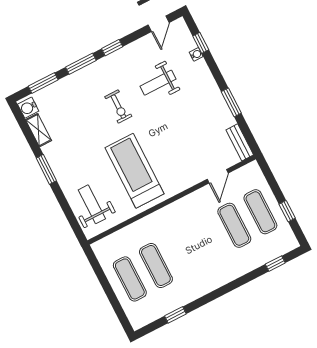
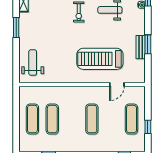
bench: (240, 142) -> (141, 47), moved
treadmill: (135, 171) -> (100, 59), moved, turned -90
exercise mat: (234, 225) -> (92, 119), moved

